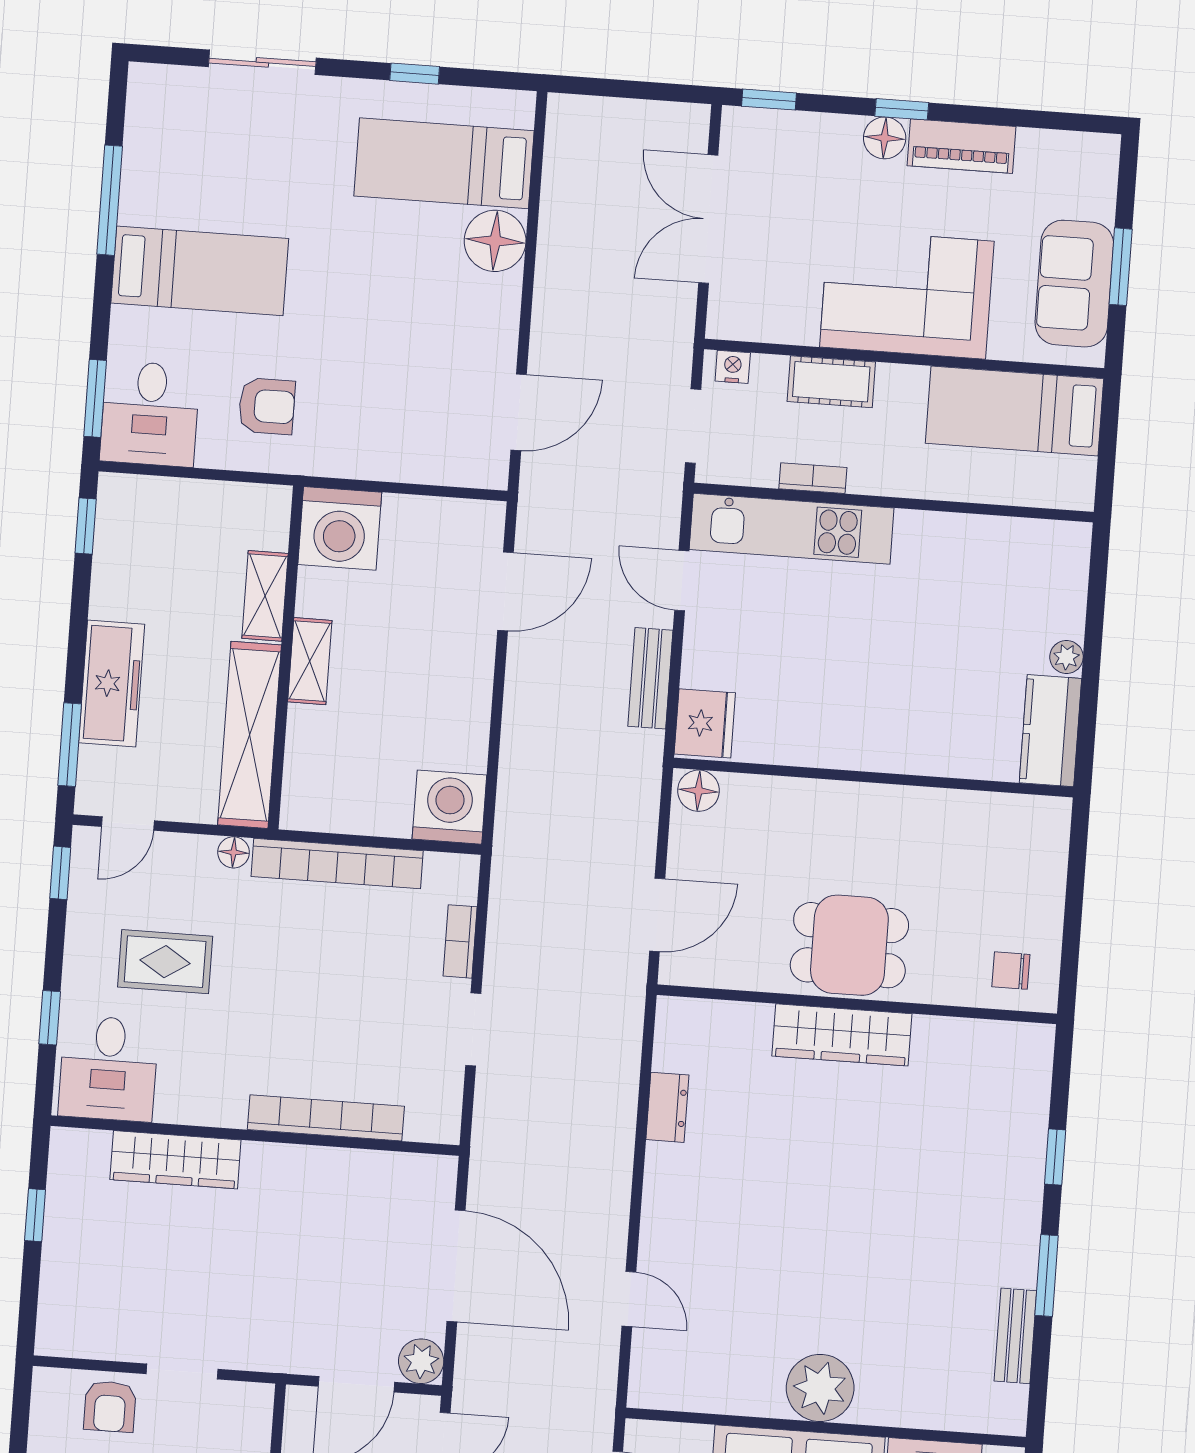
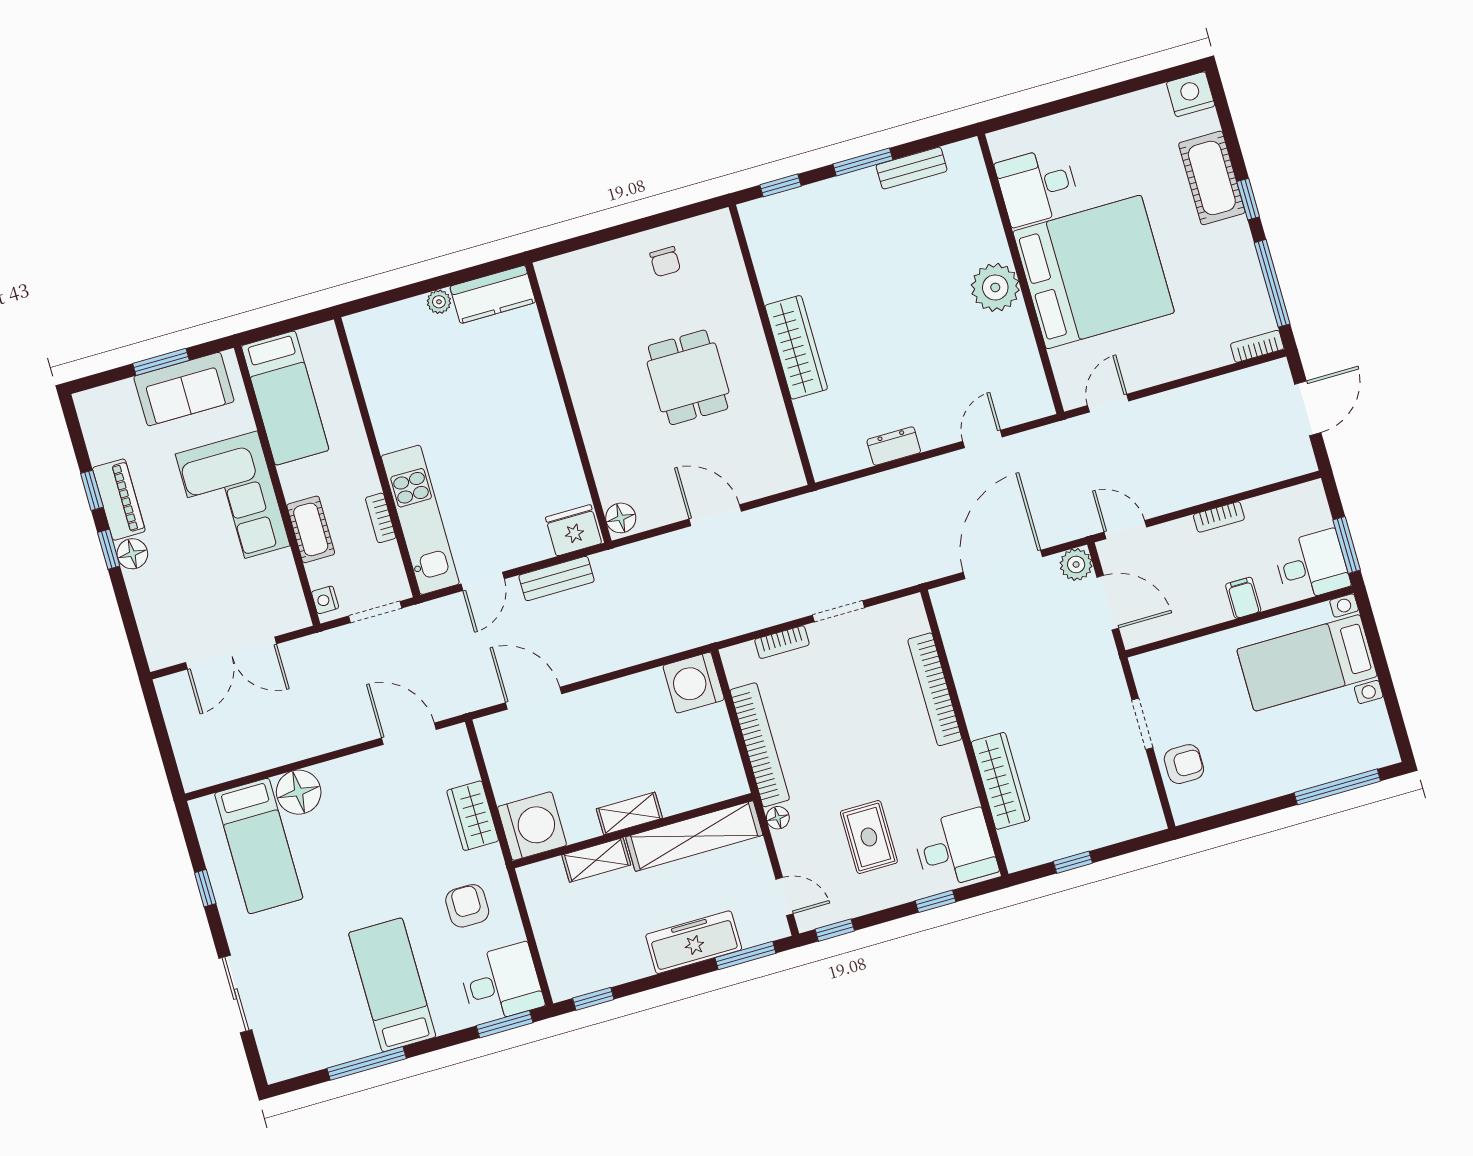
window: (769, 100) -> (92, 490), moved
wardrobe: (382, 456) -> (473, 816), added
wall: (857, 1004) -> (772, 345), moved
wardrobe: (842, 1035) -> (796, 347), moved
dresser: (667, 1107) -> (894, 446), moved

